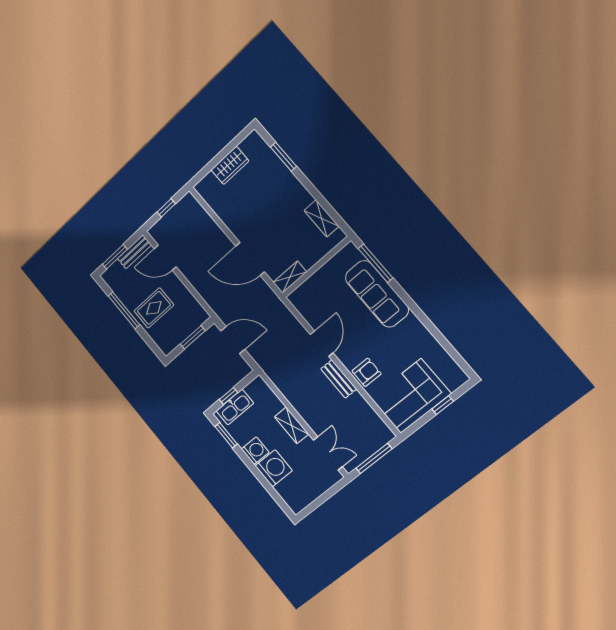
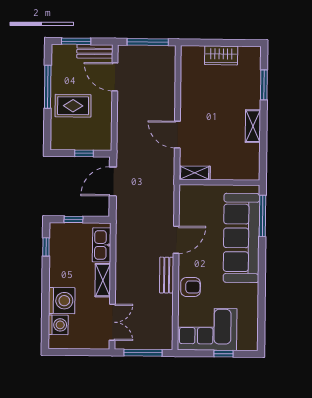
window: (166, 208) -> (148, 42), width x2.17
shelving: (321, 218) -> (253, 126), moved
door: (250, 259) -> (177, 135), width x0.73
sofa: (377, 294) -> (241, 238), width x1.36, depth x1.27
window: (193, 337) -> (84, 153), width x0.67
door: (233, 340) -> (113, 181), swing flipped
kitchen sink: (235, 407) -> (102, 245), moved, turned 90
window: (226, 435) -> (46, 247), width x0.67
washing machine: (255, 451) -> (58, 325), moved

